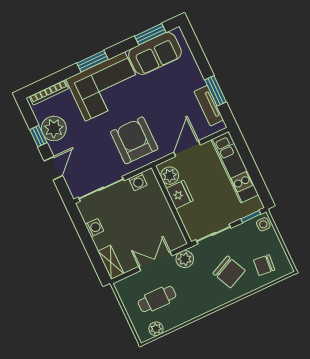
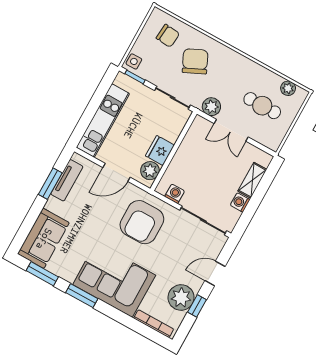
sofa: (155, 53) -> (43, 238), moved, turned 90
window: (92, 61) -> (82, 296), moved
shelving: (111, 262) -> (252, 180), moved

